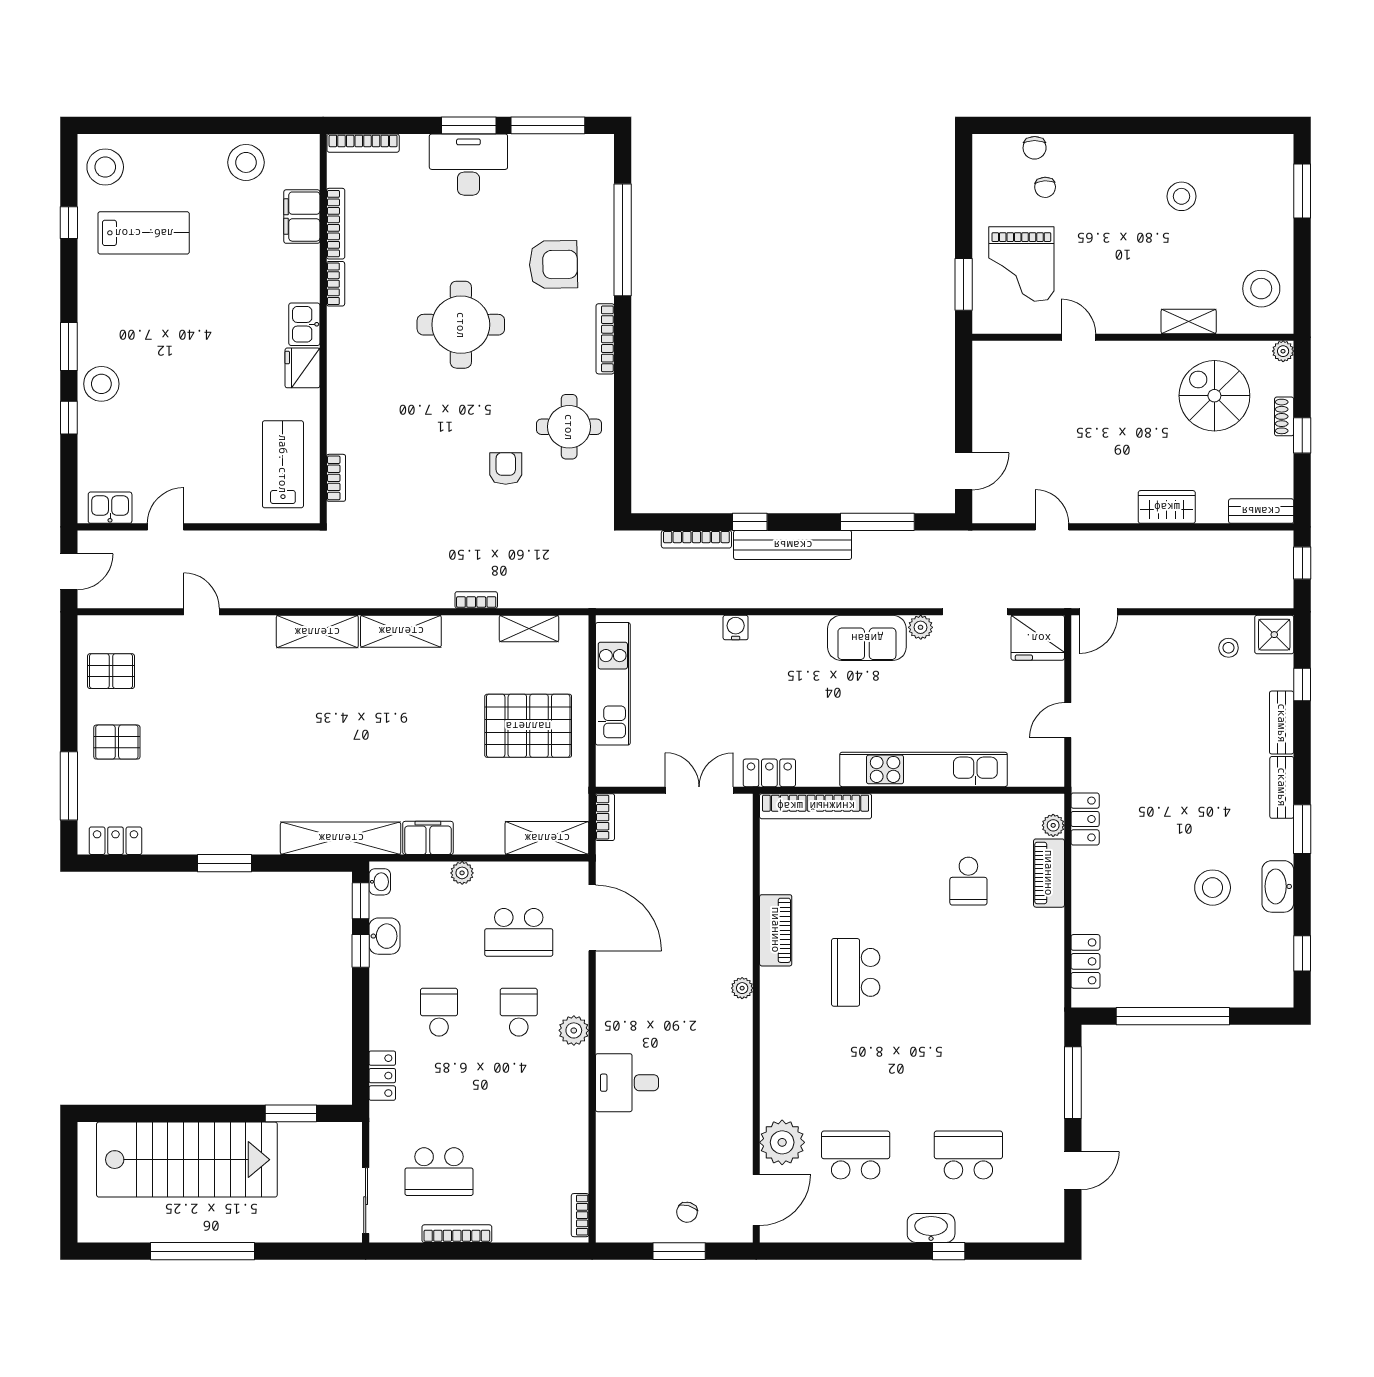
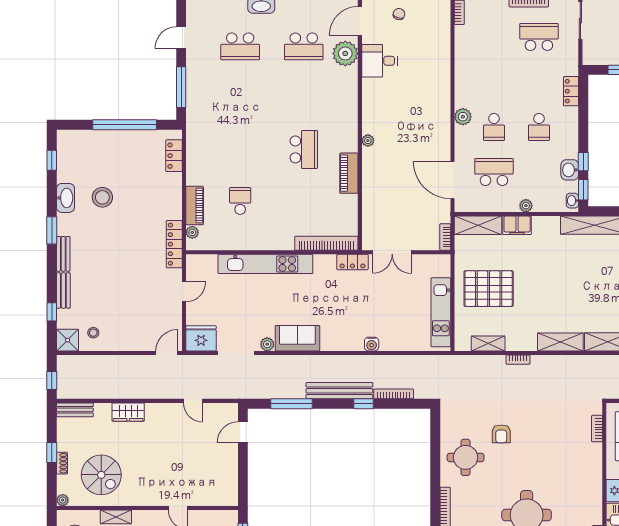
locker: (1085, 819) -> (174, 244), width x1.53
filing cabinet: (428, 838) -> (517, 225), moved
desk: (627, 1083) -> (380, 61), moved, turned 180

